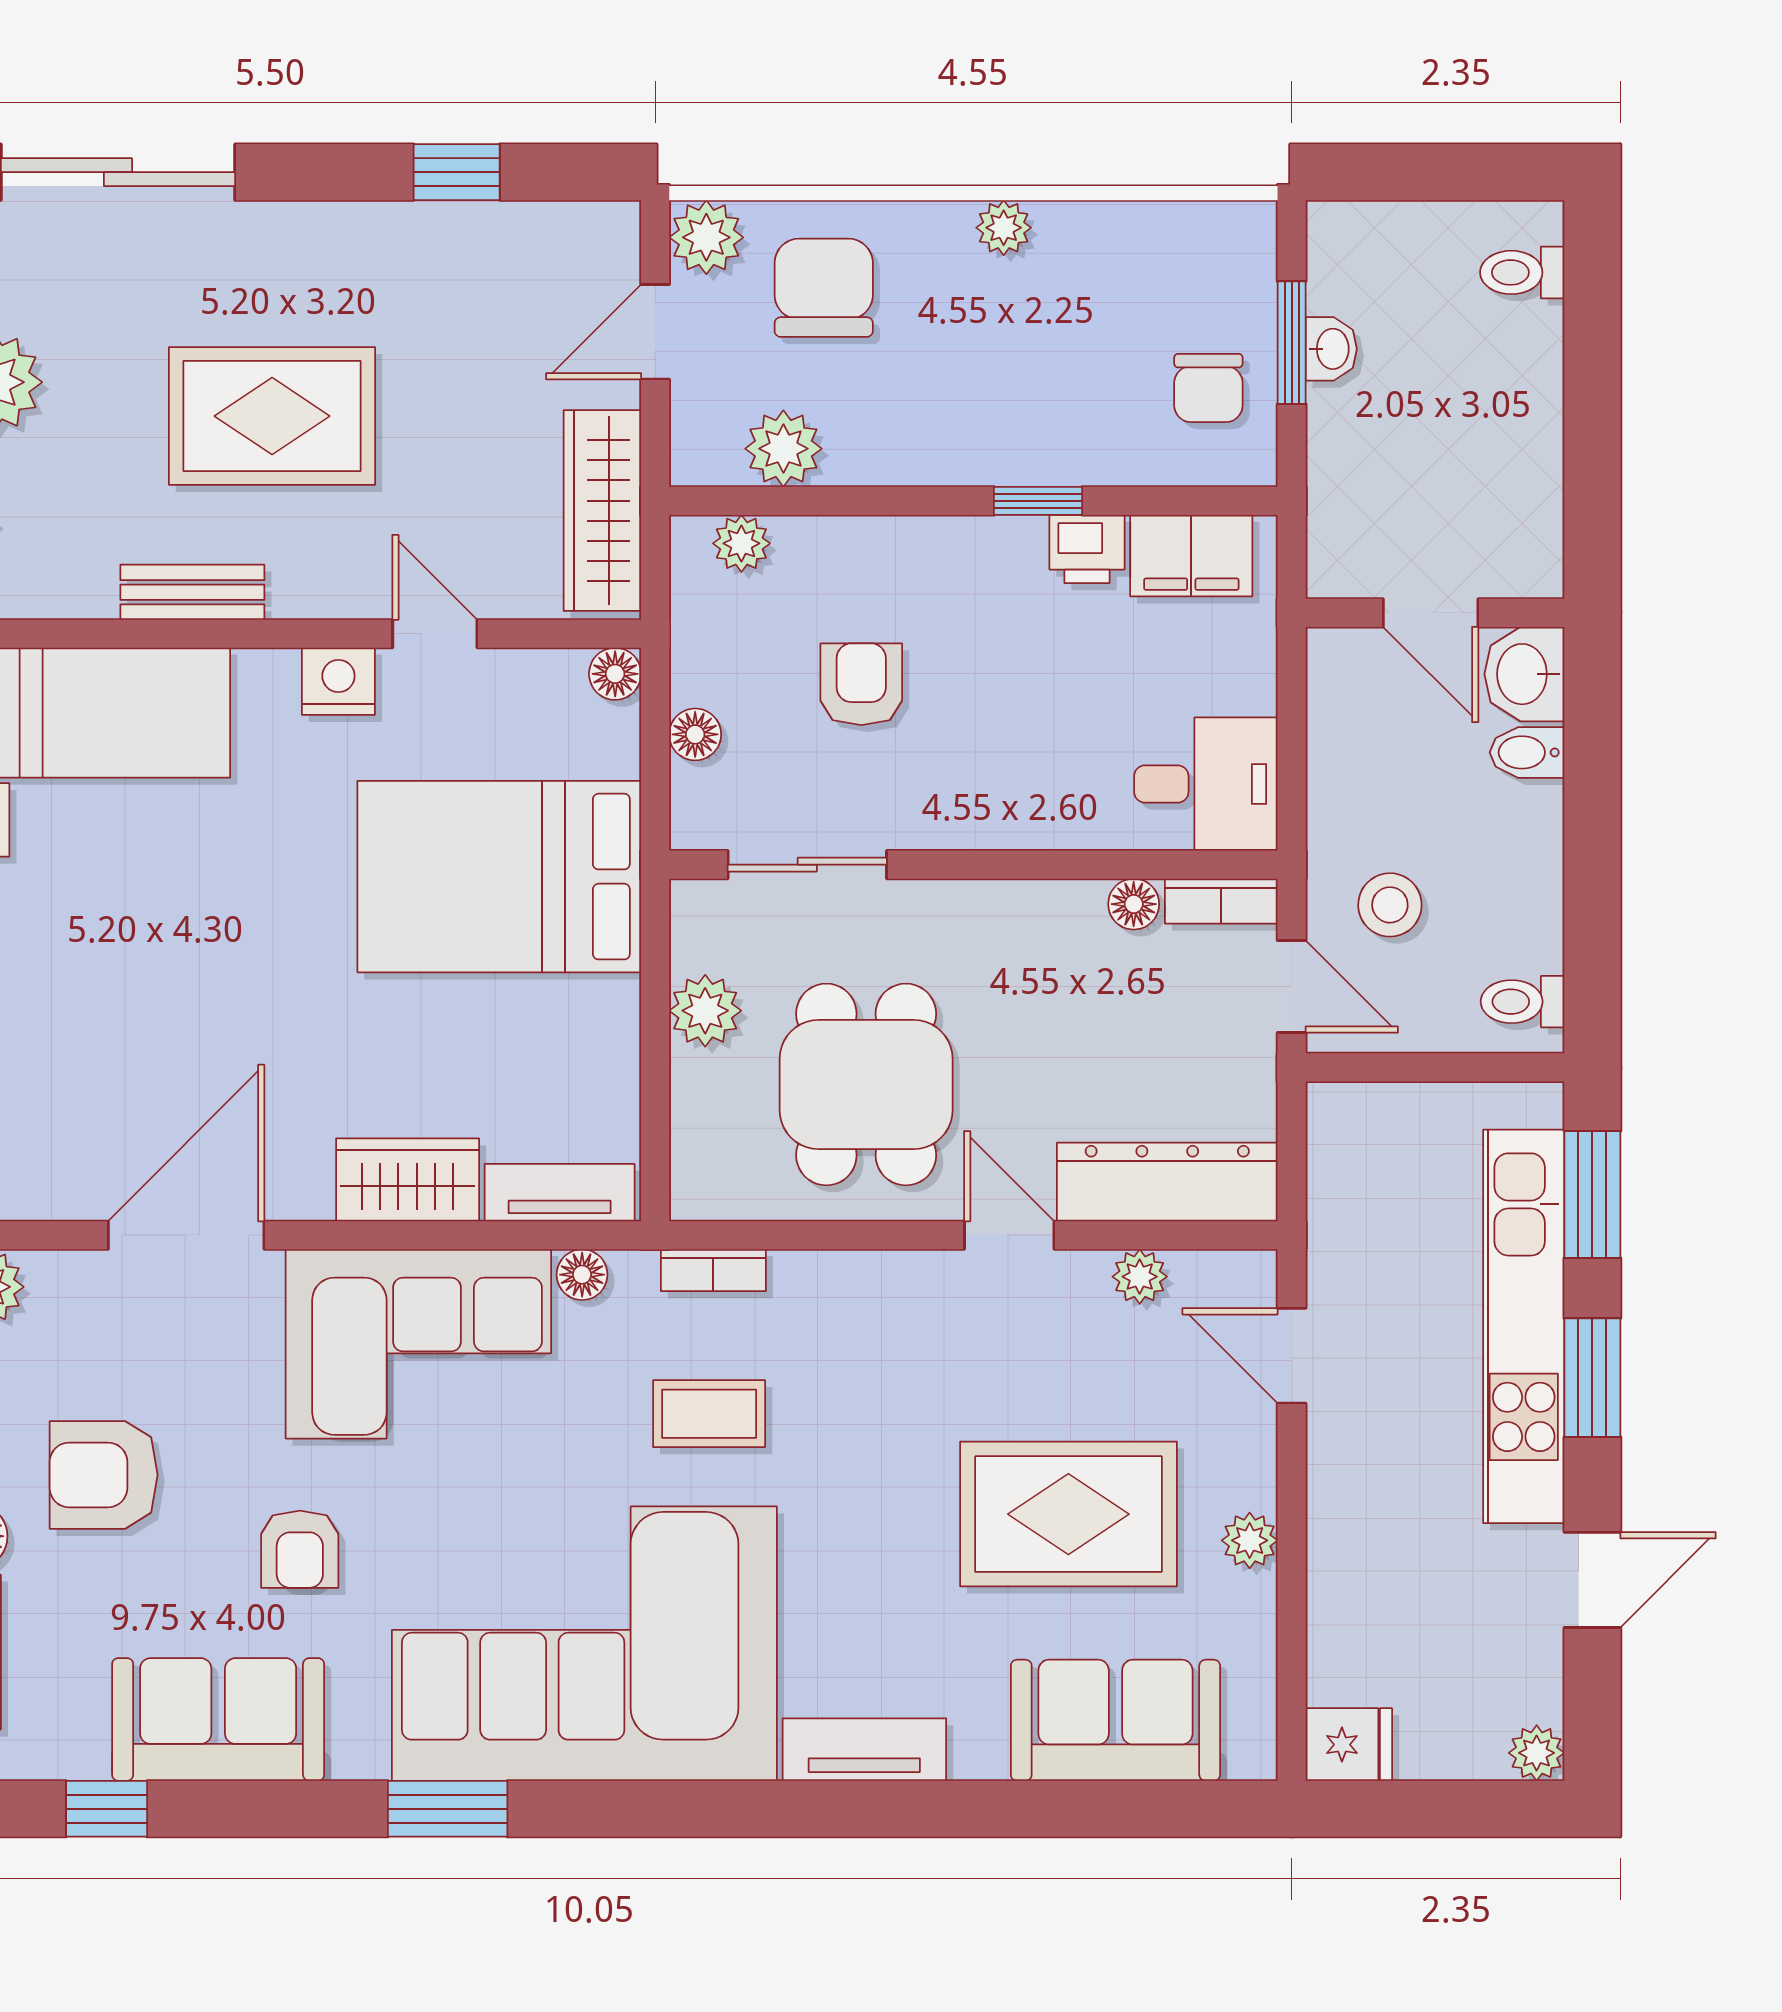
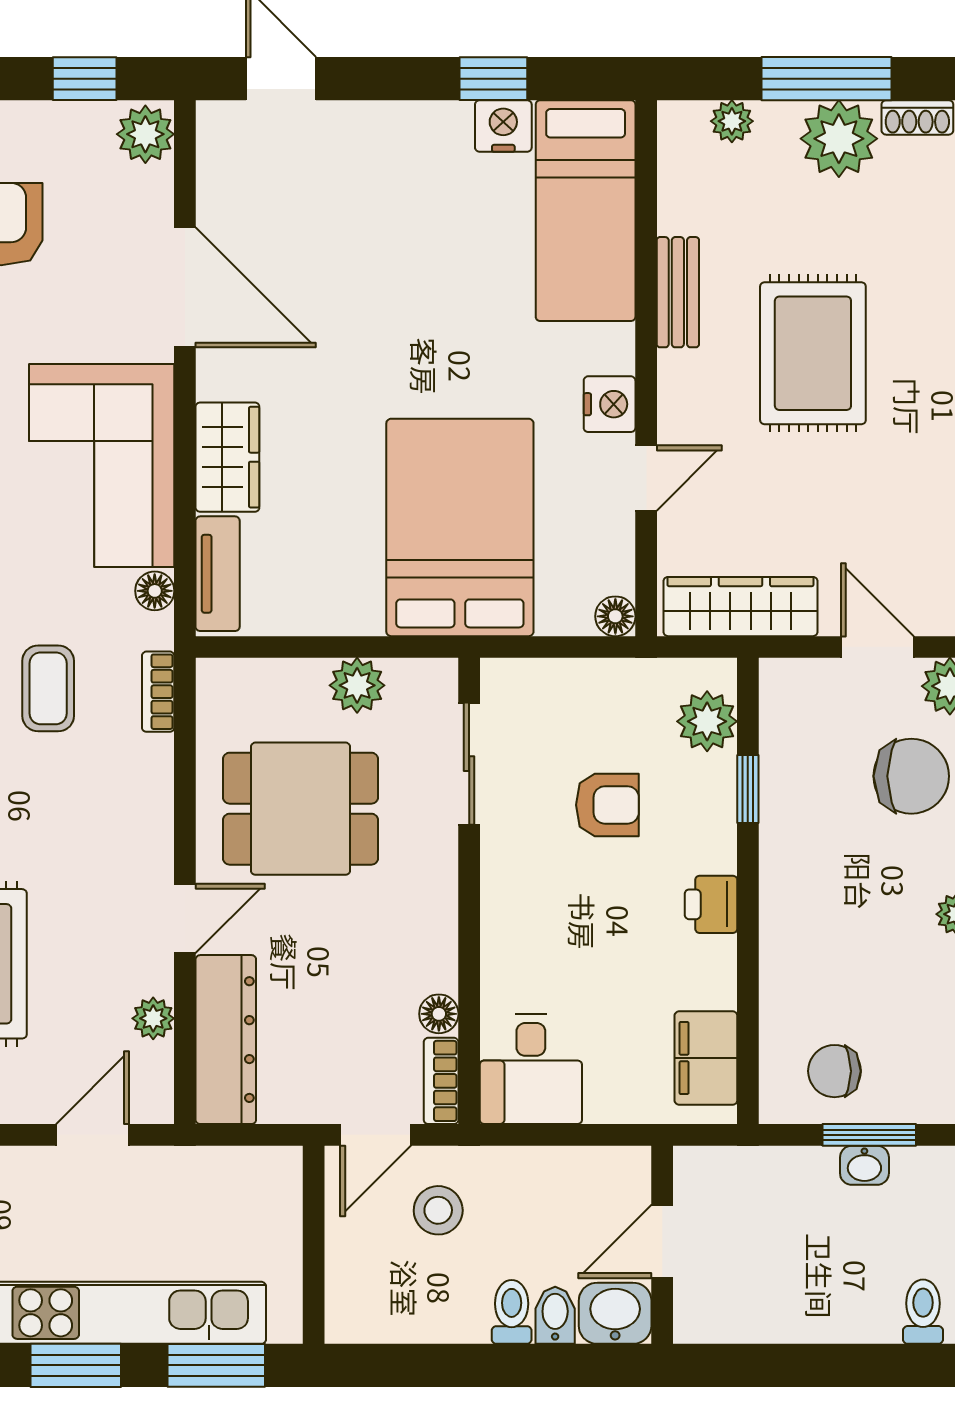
plant: (783, 449) -> (788, 745), removed
window: (1038, 501) -> (748, 789), moved
plant: (741, 543) -> (707, 721), width x1.38, depth x1.38
printer: (1087, 549) -> (711, 904), moved
floor lamp: (695, 734) -> (569, 678), removed
toilet: (1523, 1002) -> (512, 1312), moved

